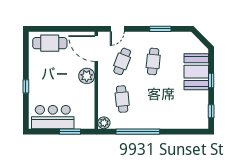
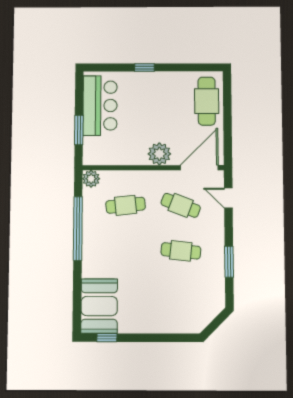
booth: (196, 72) -> (99, 306), moved, turned 90
window: (211, 80) -> (153, 338), removed

